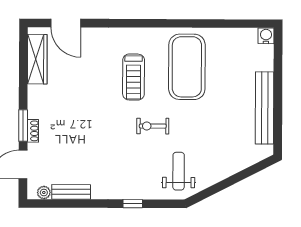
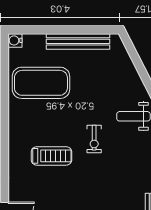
exercise mat: (187, 67) -> (41, 83), moved

